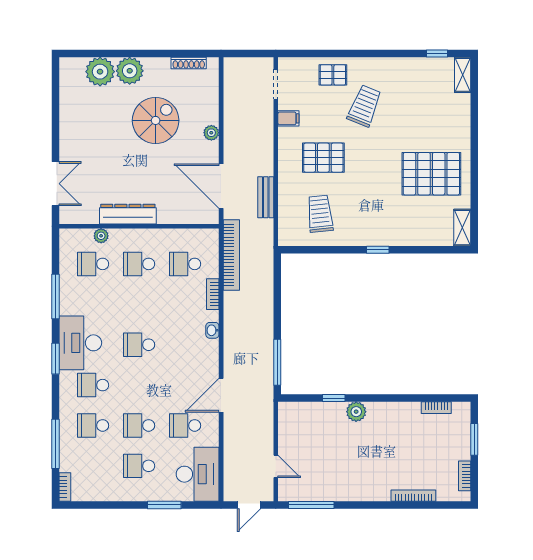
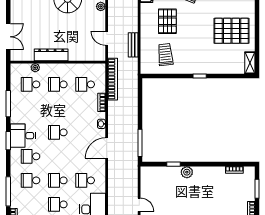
pallet: (323, 158) -> (167, 21), turned 90
door: (221, 186) -> (107, 38), width x0.53
desk: (80, 343) -> (23, 136), width x0.73
door: (221, 395) -> (107, 148), moved

